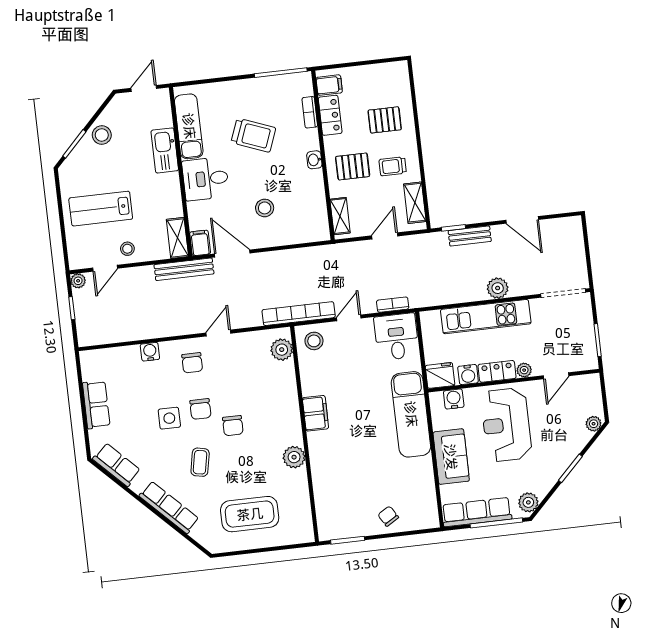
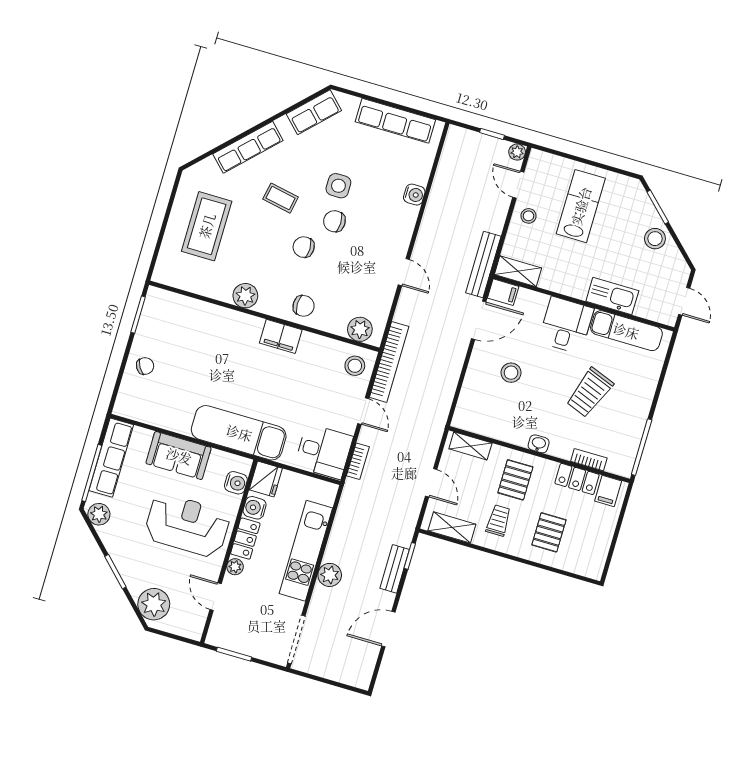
chair: (192, 363) -> (304, 306), moved, turned 180
row of seats: (96, 405) -> (395, 121), width x1.48
plant: (594, 424) -> (154, 604), width x1.87, depth x1.87

